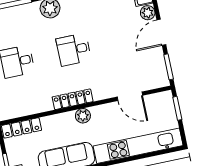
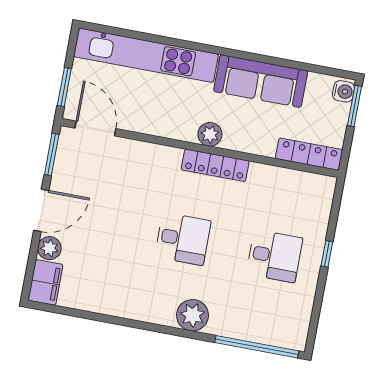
door: (130, 96) -> (95, 128), moved

